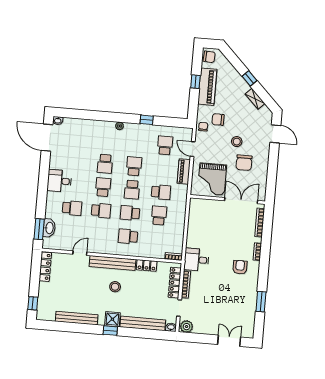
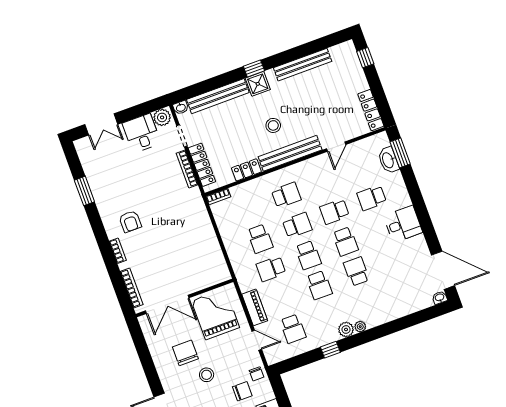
plant: (130, 128) -> (346, 329), added
school desk: (132, 190) -> (308, 255), turned 180
desk: (196, 260) -> (142, 133), moved, turned -90

